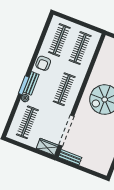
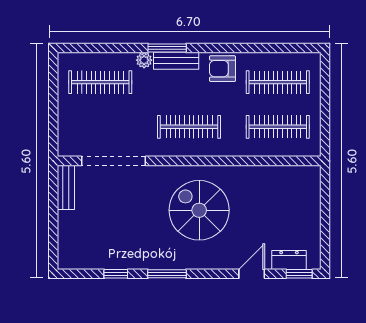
wardrobe: (47, 147) -> (69, 137), removed

